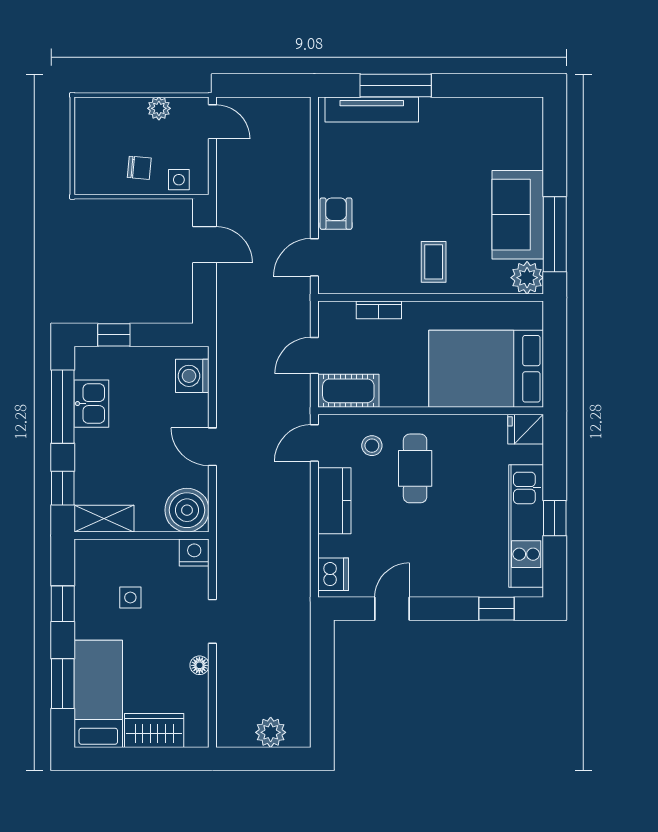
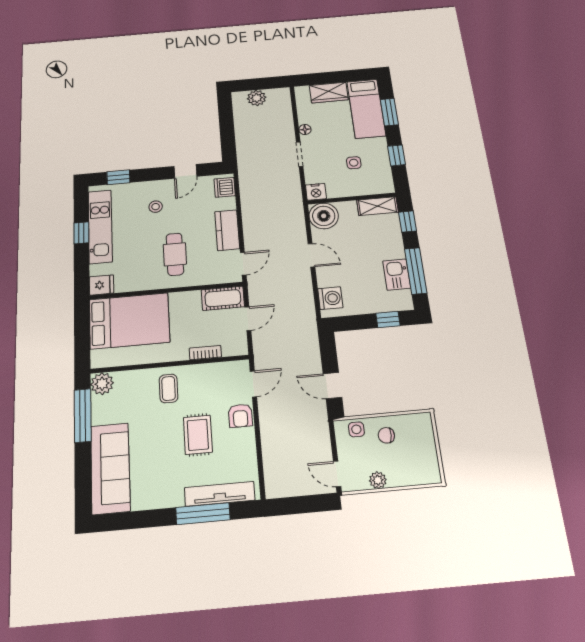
rug: (396, 192) -> (198, 435), added
sofa: (518, 215) -> (110, 468), moved, width x1.36
stool: (372, 446) -> (156, 207), moved

